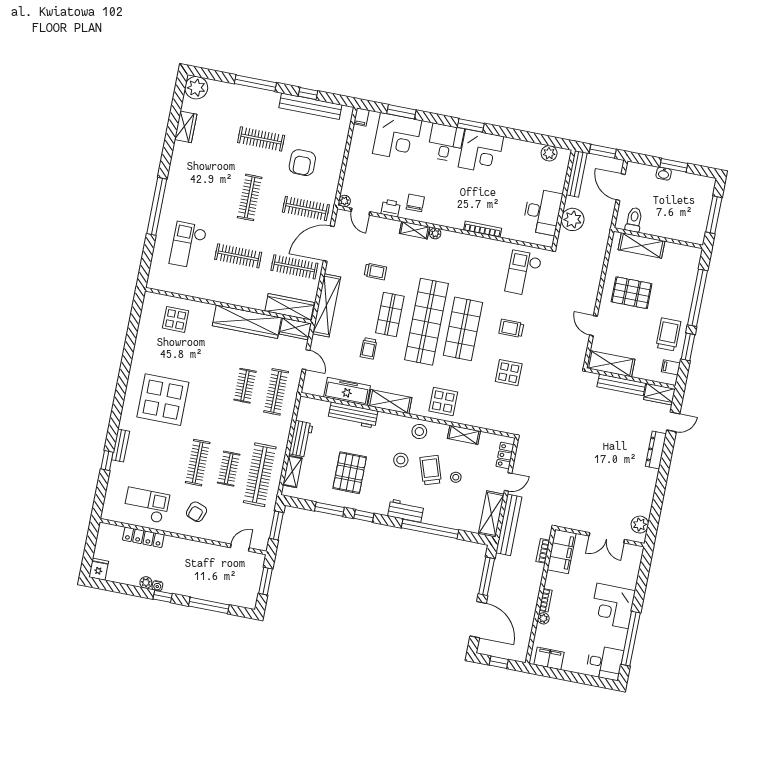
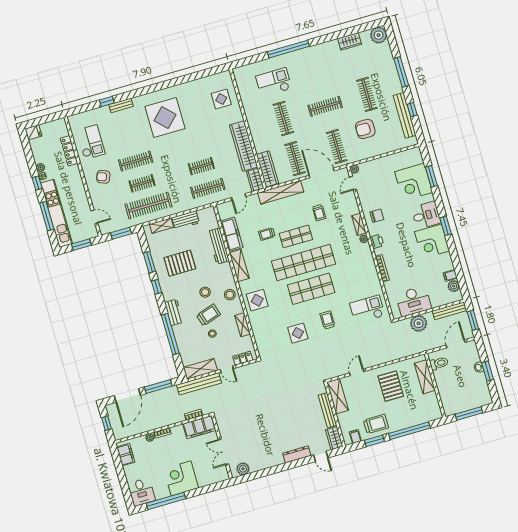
filing cabinet: (361, 117) -> (450, 275), moved
printer: (391, 208) -> (377, 241), moved
kitchen unit: (212, 592) -> (57, 213), added

